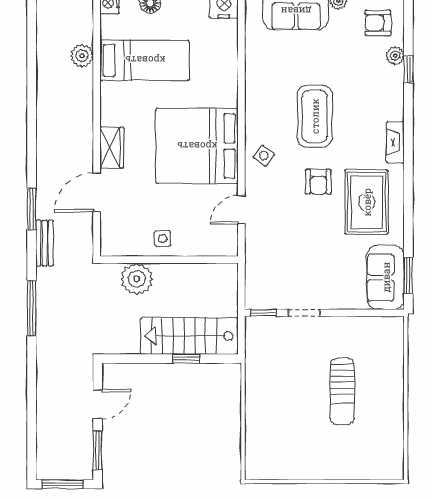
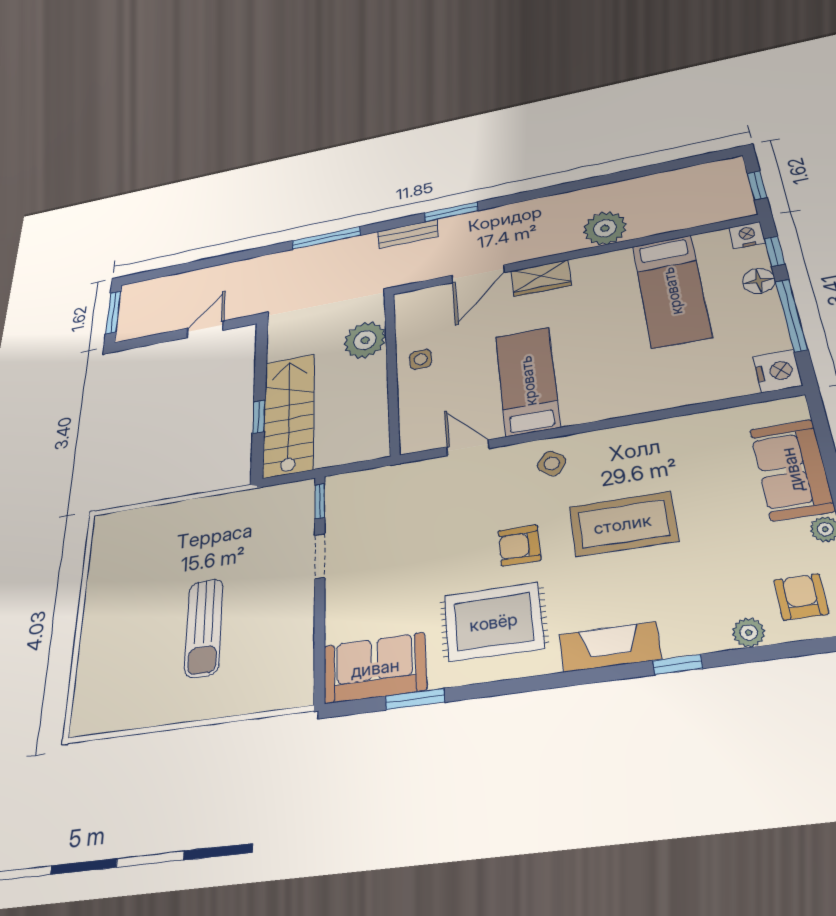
plant: (82, 56) -> (605, 228), moved, width x1.36, depth x1.36
window: (408, 69) -> (678, 664), moved
fireplace: (395, 142) -> (610, 647), width x1.37, depth x1.32
bed: (197, 146) -> (528, 381), width x0.49
door: (97, 192) -> (478, 274), swing flipped
window: (408, 275) -> (415, 699), moved
sun lounger: (342, 391) -> (204, 628), turned -90
door: (98, 405) -> (205, 329), swing flipped
window: (98, 450) -> (149, 340), removed

